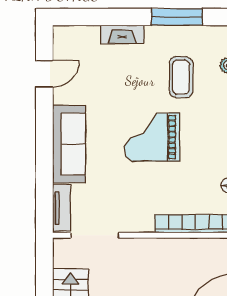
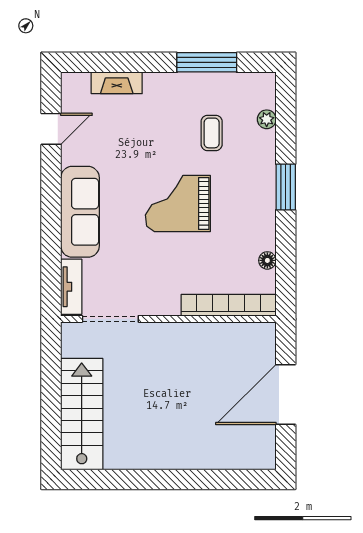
fireplace: (122, 34) -> (117, 83), moved
coffee table: (181, 77) -> (212, 133), width x0.73, depth x0.77

